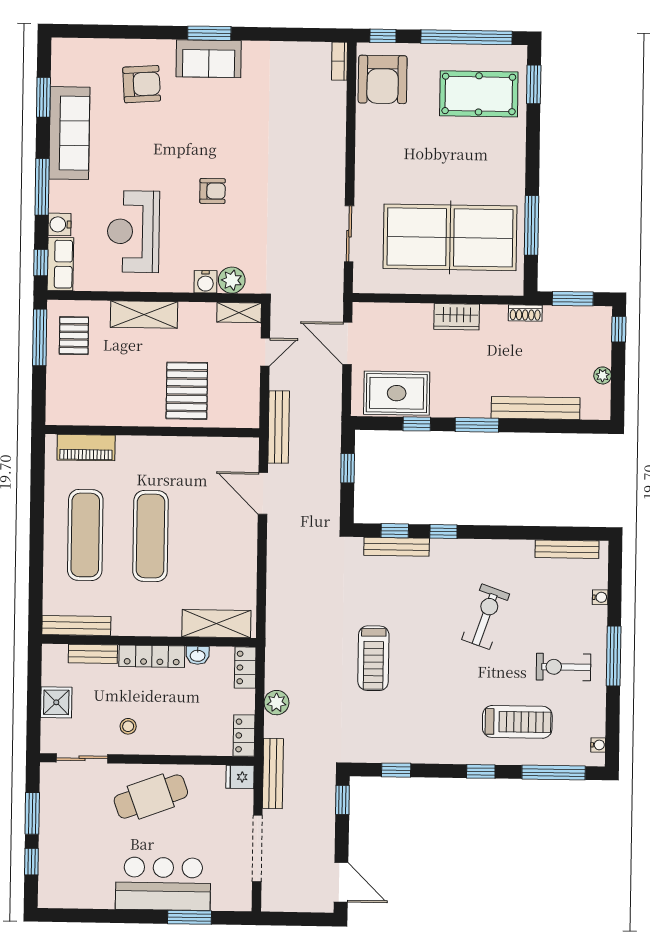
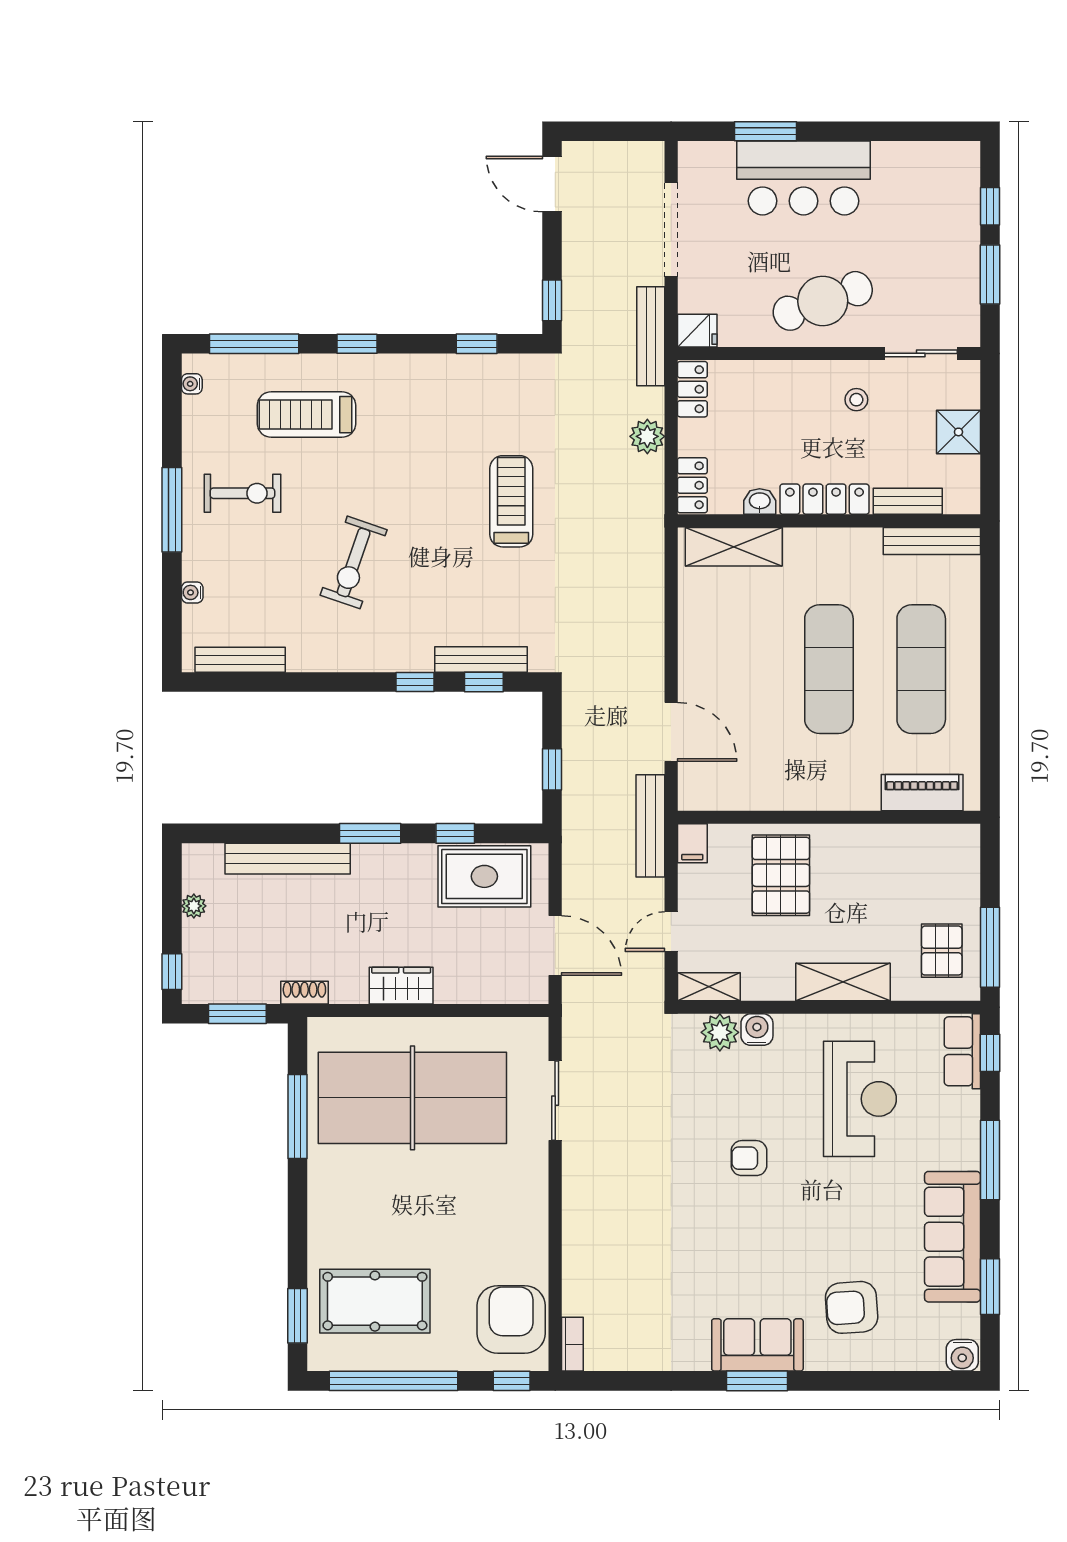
water cooler: (60, 224) -> (962, 1355), moved, turned 90
filing cabinet: (249, 414) -> (692, 843), added

